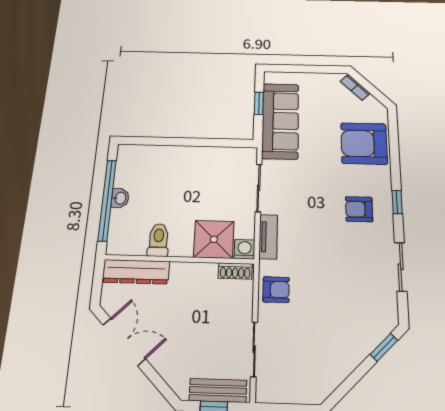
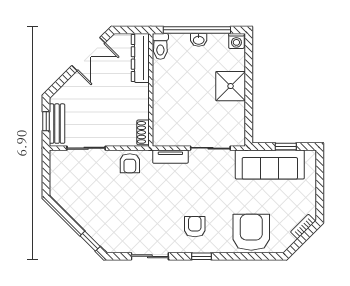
shower: (214, 239) -> (231, 86), moved
toilet: (158, 240) -> (160, 46), moved, turned 90
washing machine: (245, 249) -> (236, 41), moved, turned 90

